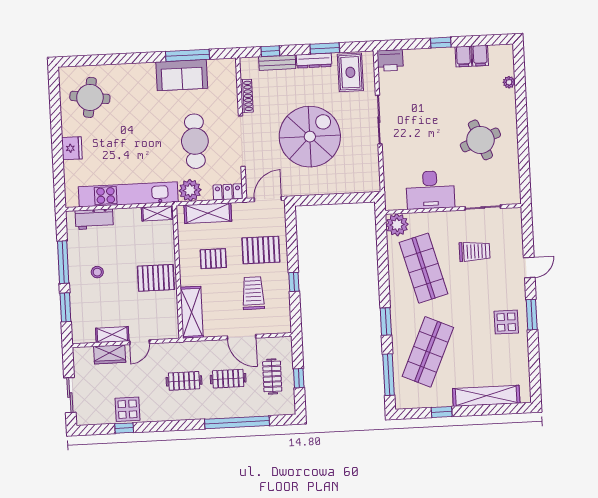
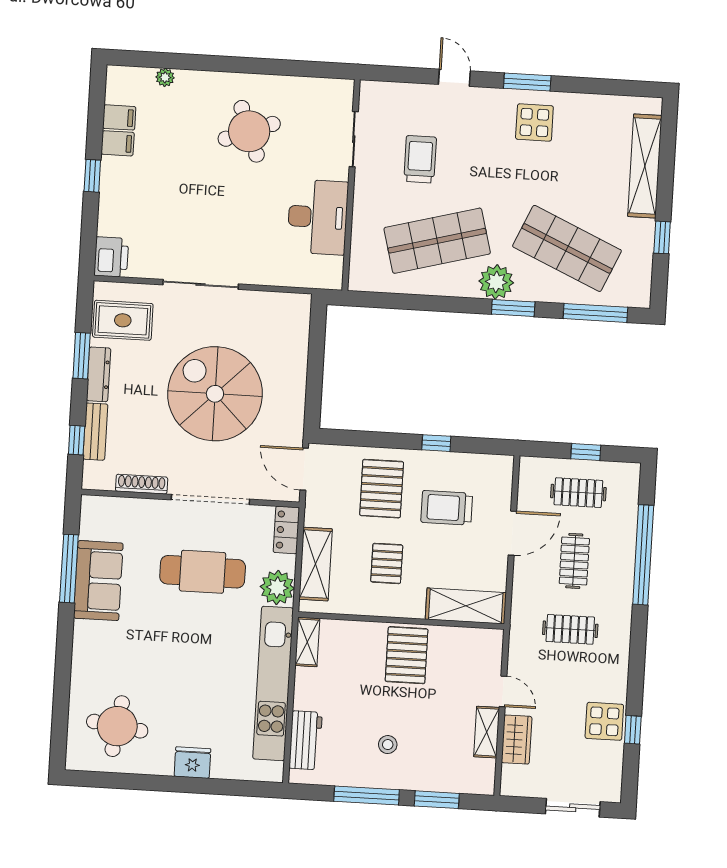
plant: (397, 225) -> (496, 282), moved
clothes rail: (184, 381) -> (570, 629), turned 90

